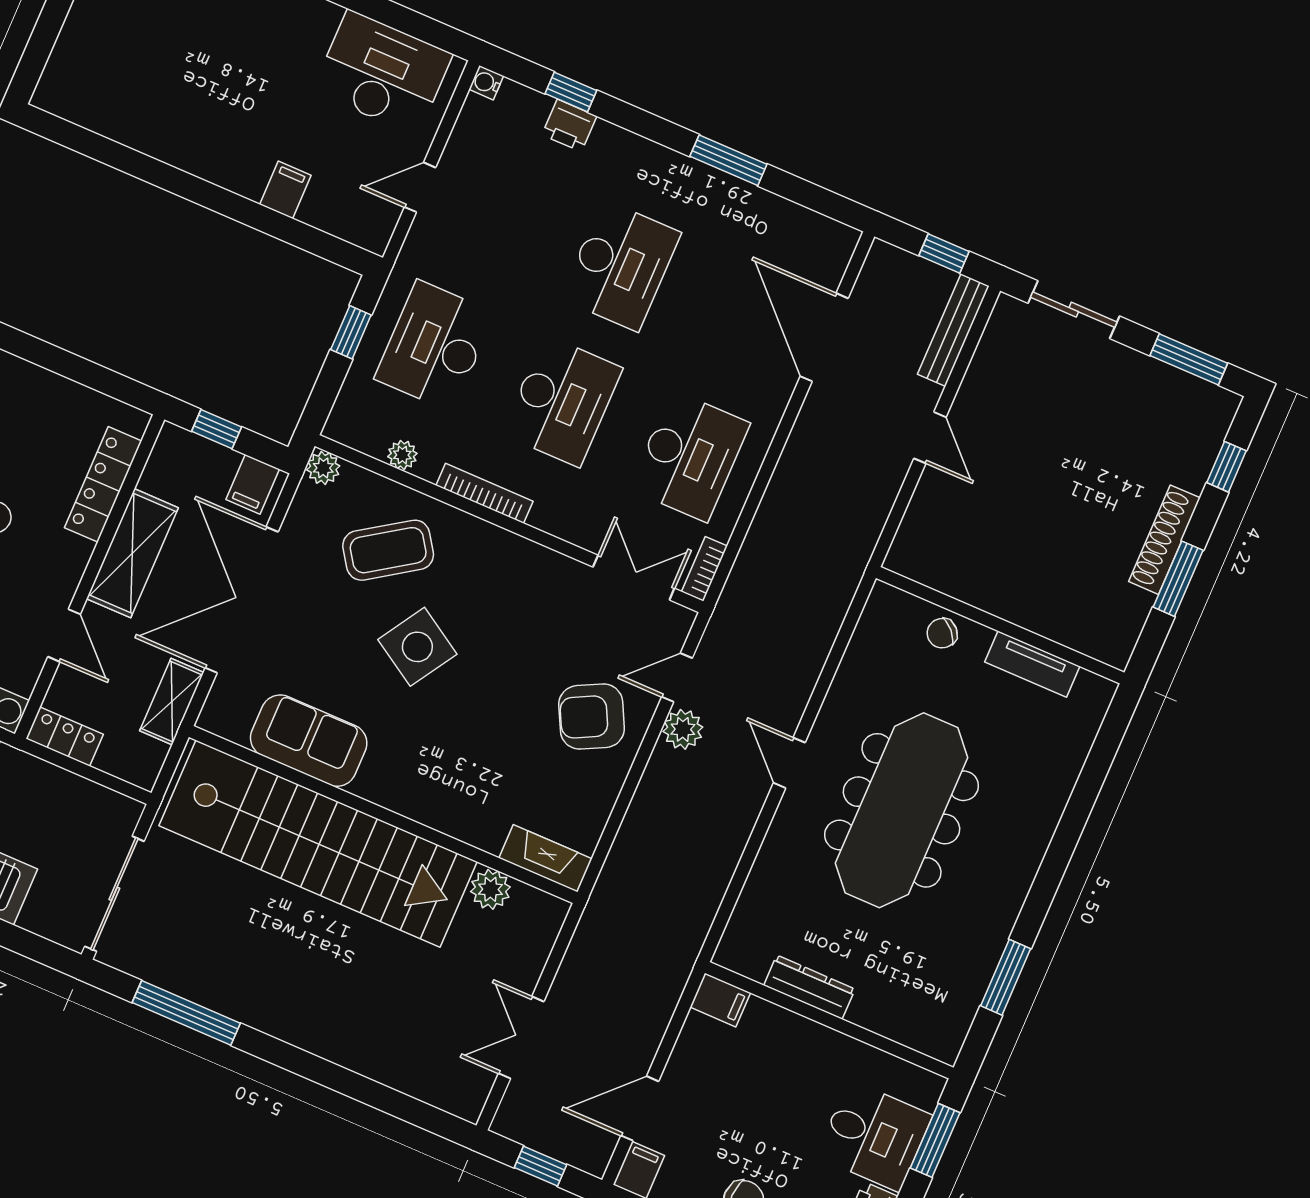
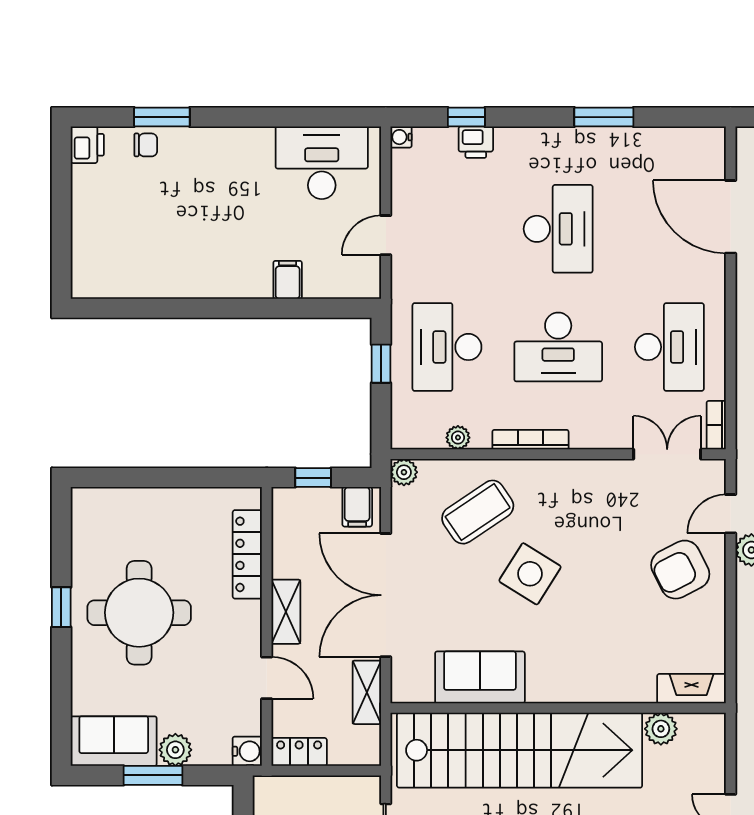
desk: (562, 401) -> (558, 347), turned 90
shelving: (132, 553) -> (286, 612), width x0.67, depth x0.75

